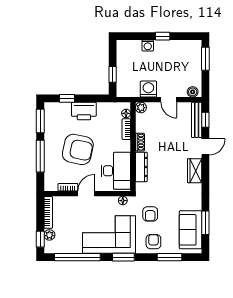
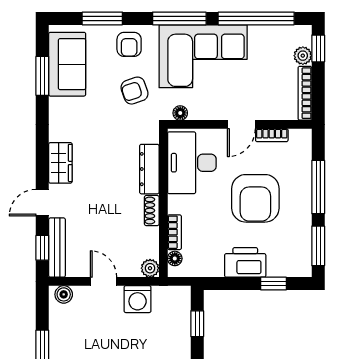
armchair: (78, 149) -> (255, 198), turned -102
armchair: (150, 214) -> (135, 91), turned -109
window: (123, 257) -> (179, 18), width x1.44

